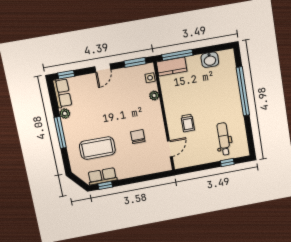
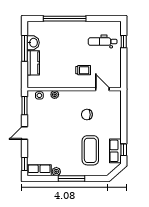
window: (177, 55) -> (25, 48), moved
kitchen counter: (172, 67) -> (33, 63), moved
door: (103, 68) -> (25, 133), swing flipped

